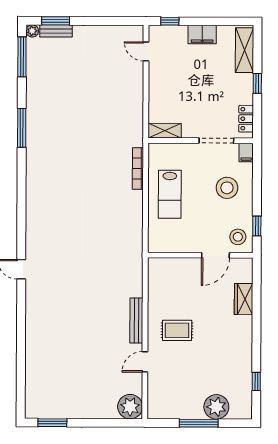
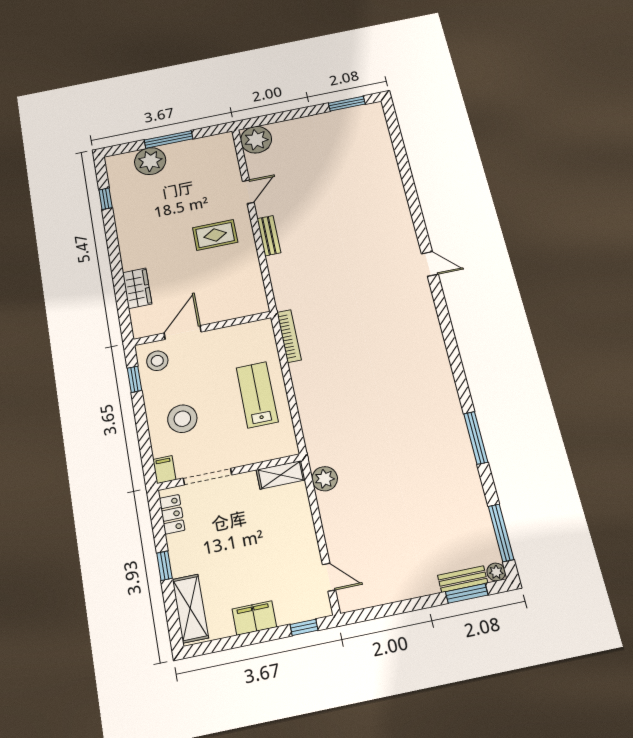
plant: (134, 121) -> (325, 479), added
bookcase: (138, 169) -> (289, 336), moved
bench: (136, 320) -> (269, 236), width x0.73

